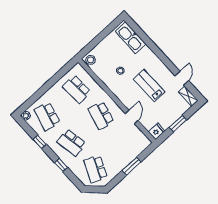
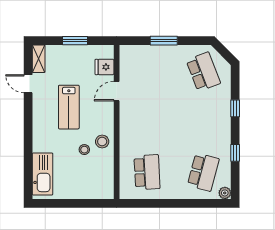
stool: (91, 60) -> (102, 142), moved
door: (182, 78) -> (28, 84), hinge flipped
school desk: (101, 115) -> (147, 122), removed
fridge: (157, 131) -> (104, 67), moved
school desk: (71, 143) -> (203, 122), removed
school desk: (96, 169) -> (203, 72), turned -45

